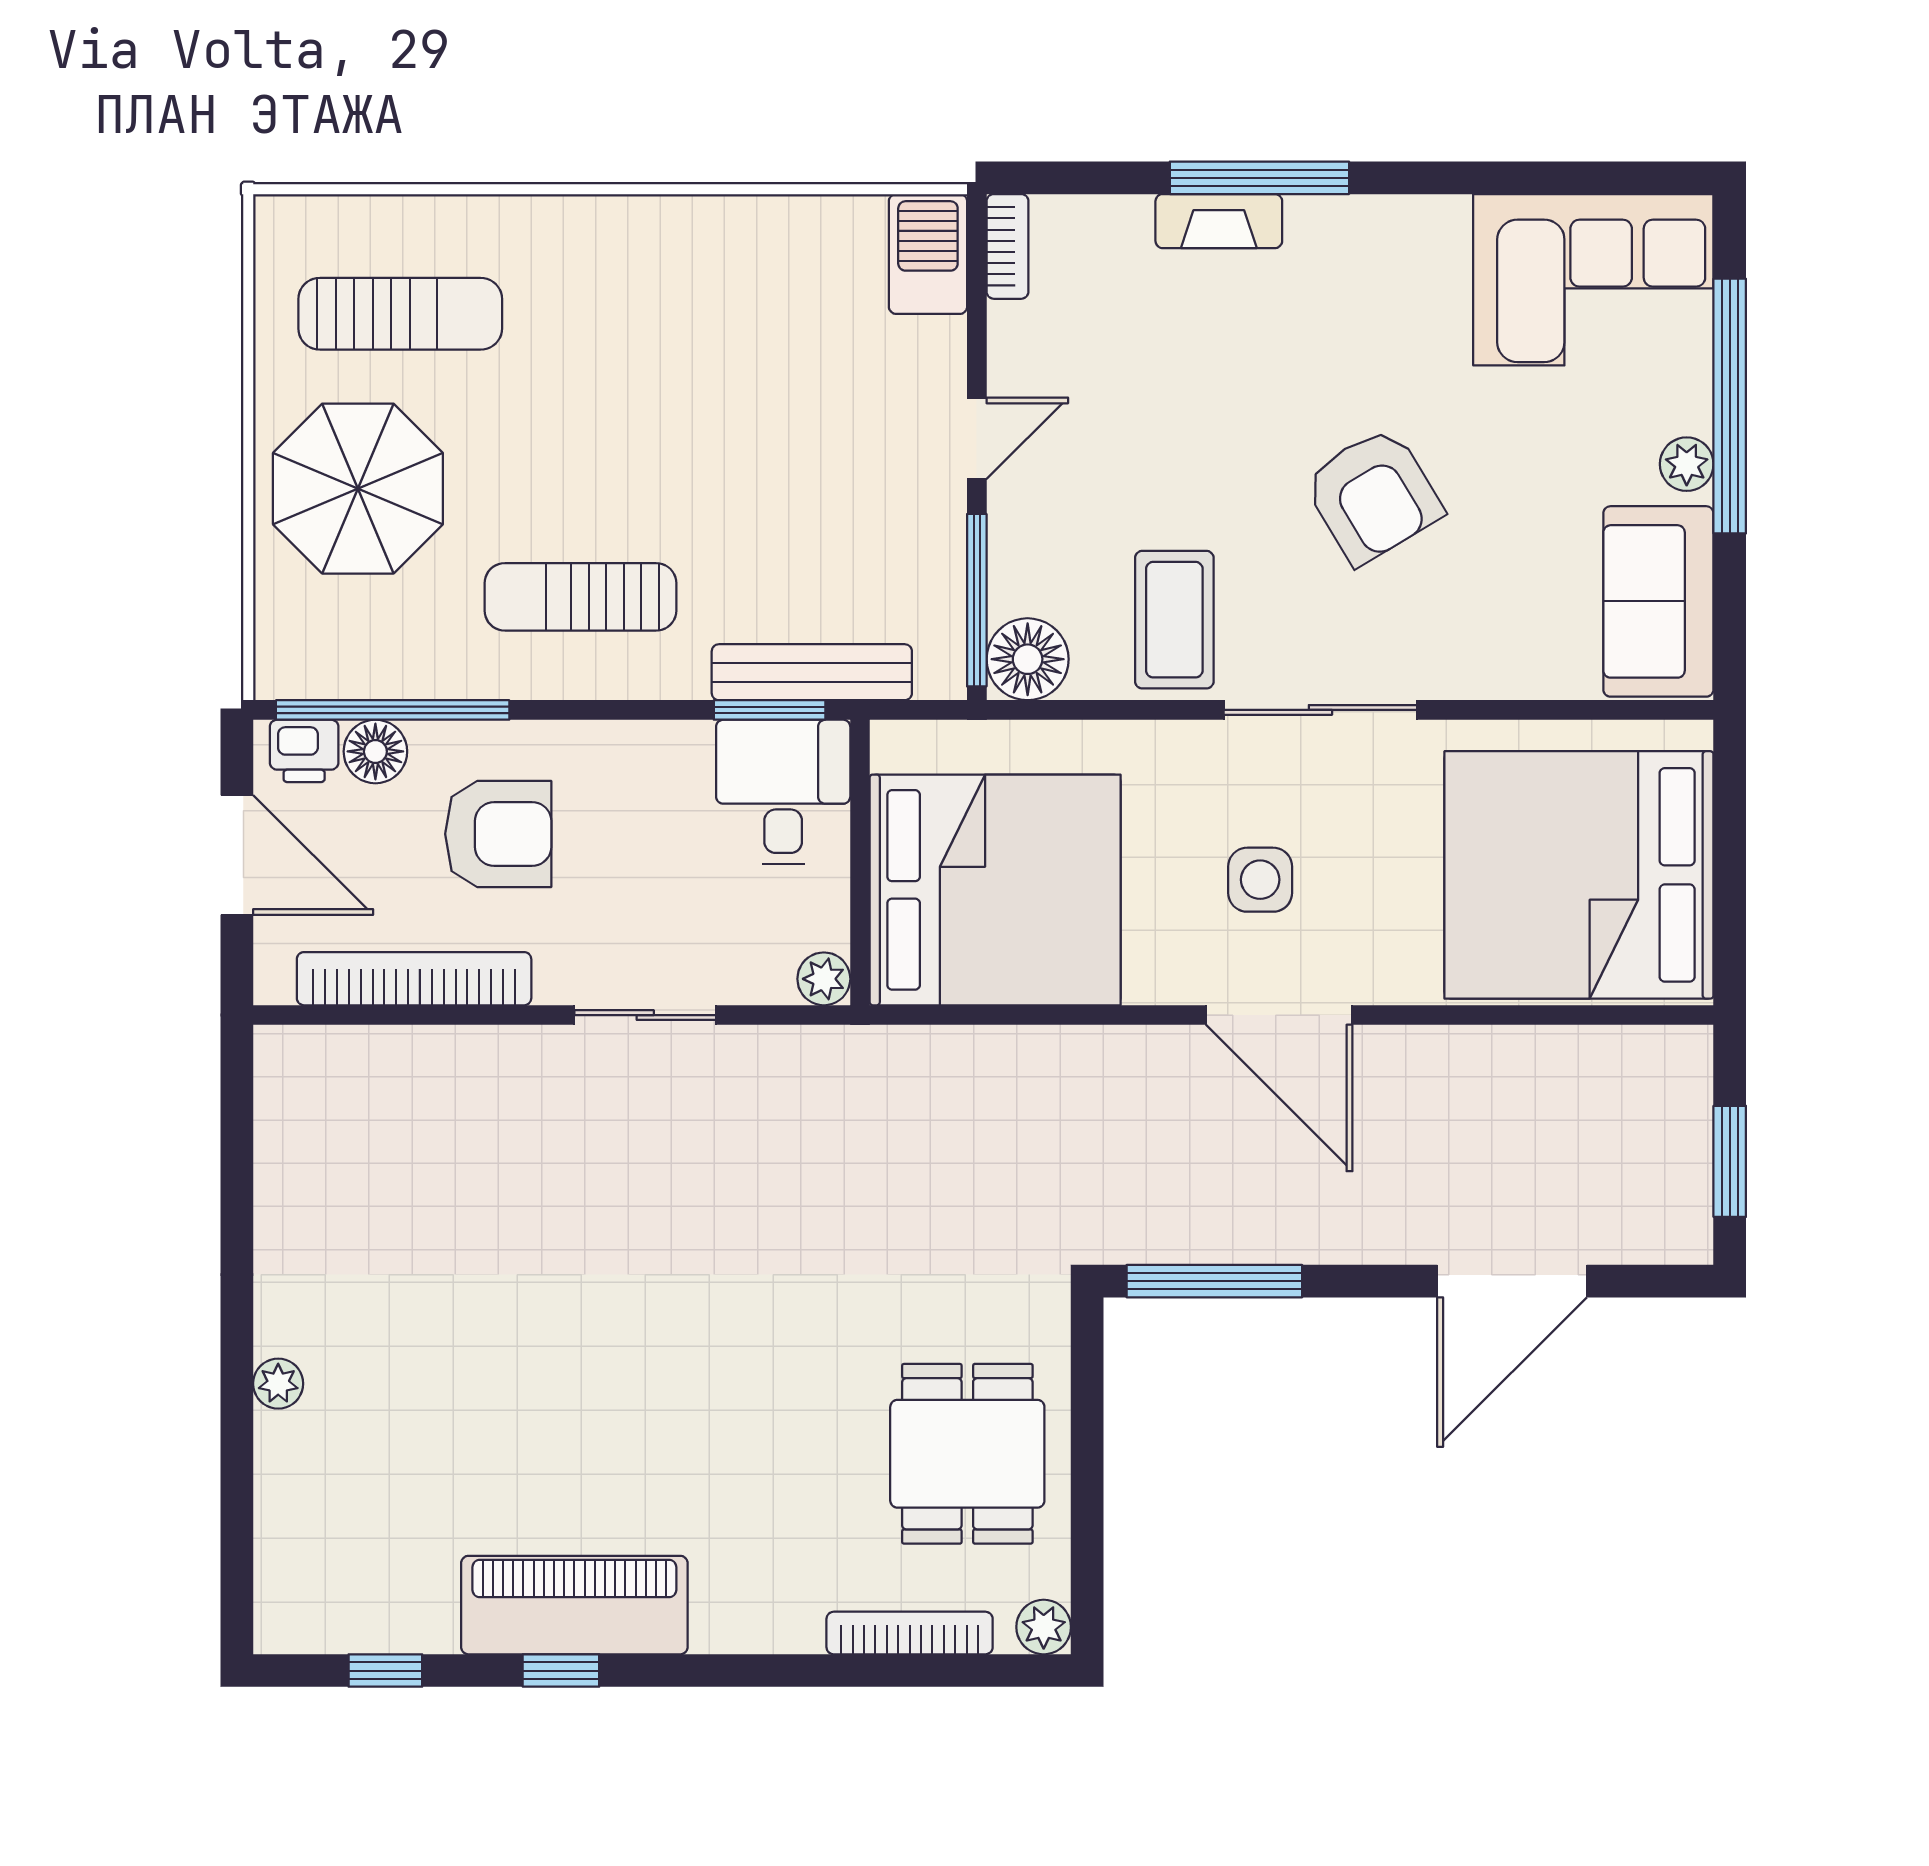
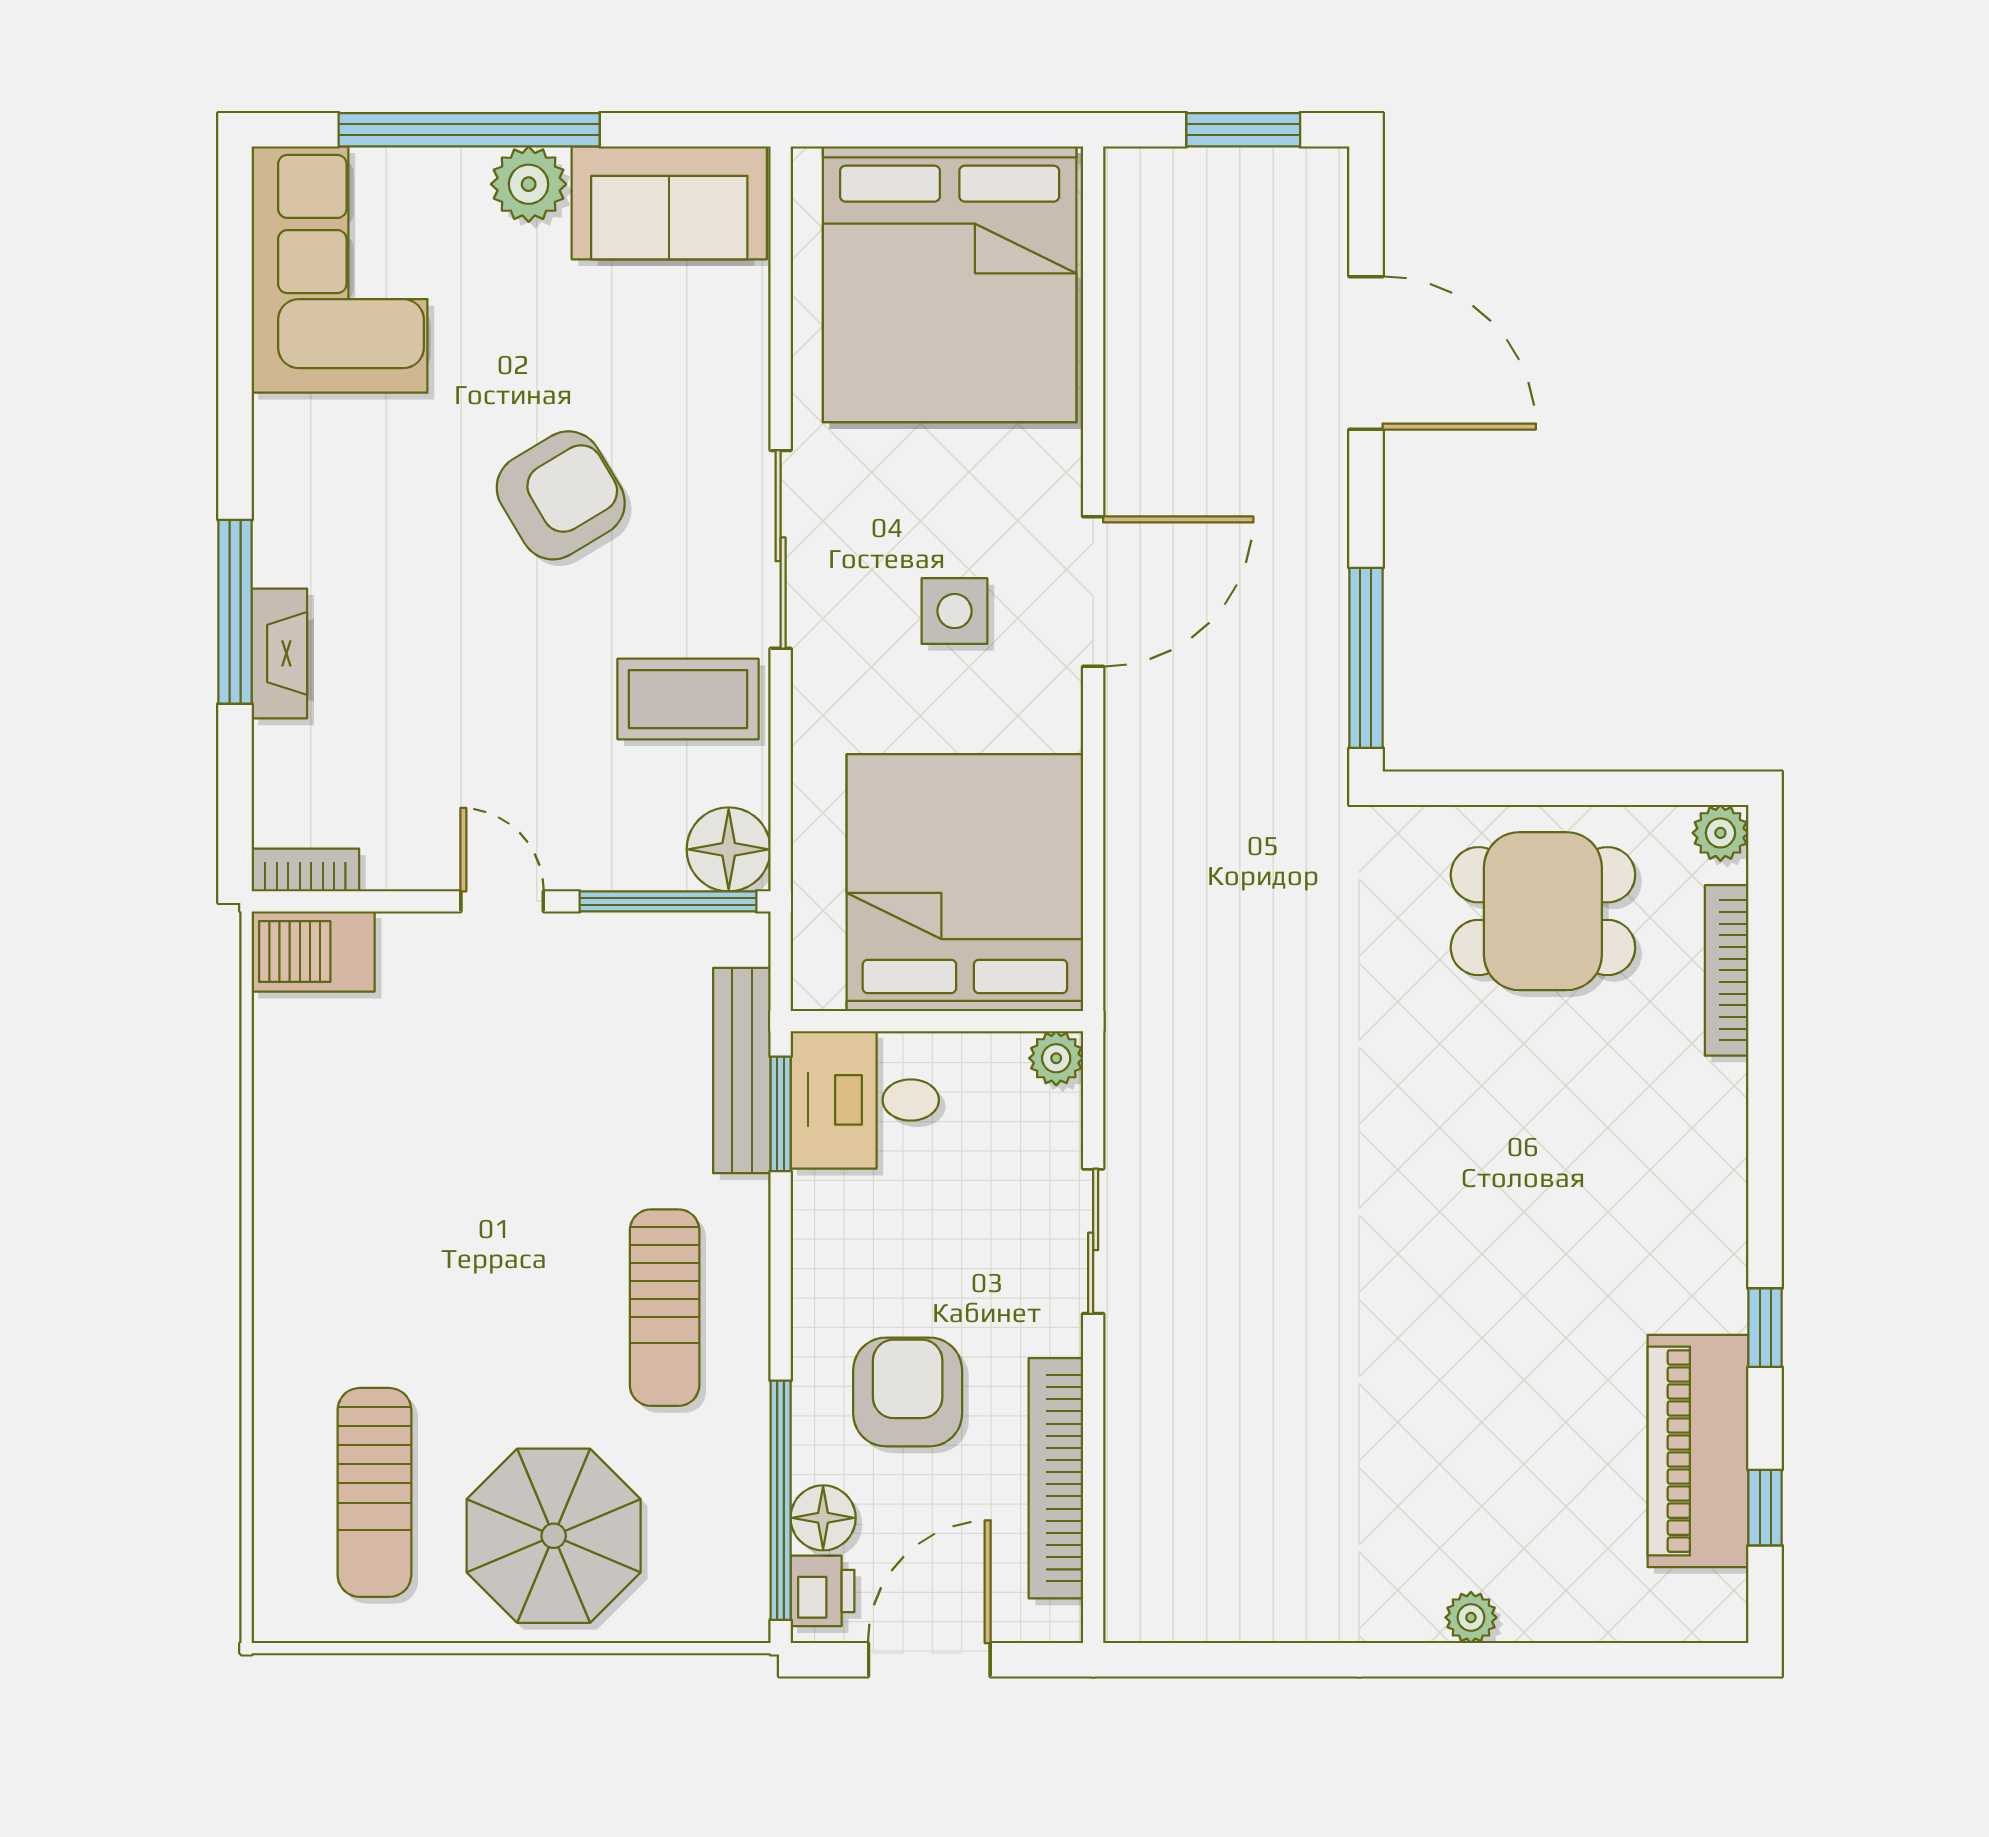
sun lounger: (400, 314) -> (374, 1492), turned 180
plant: (1687, 464) -> (529, 184), width x1.38, depth x1.38
piano: (574, 1605) -> (1698, 1451), moved

